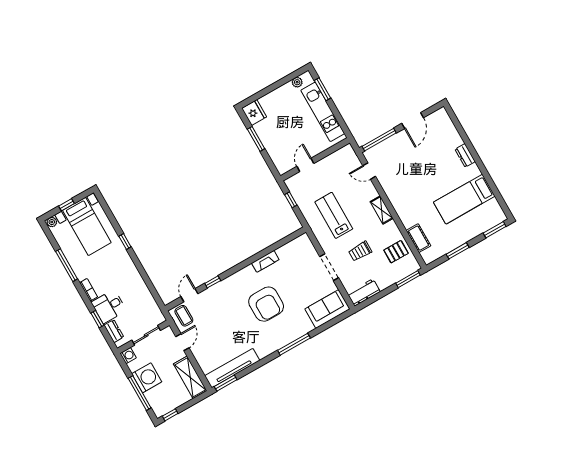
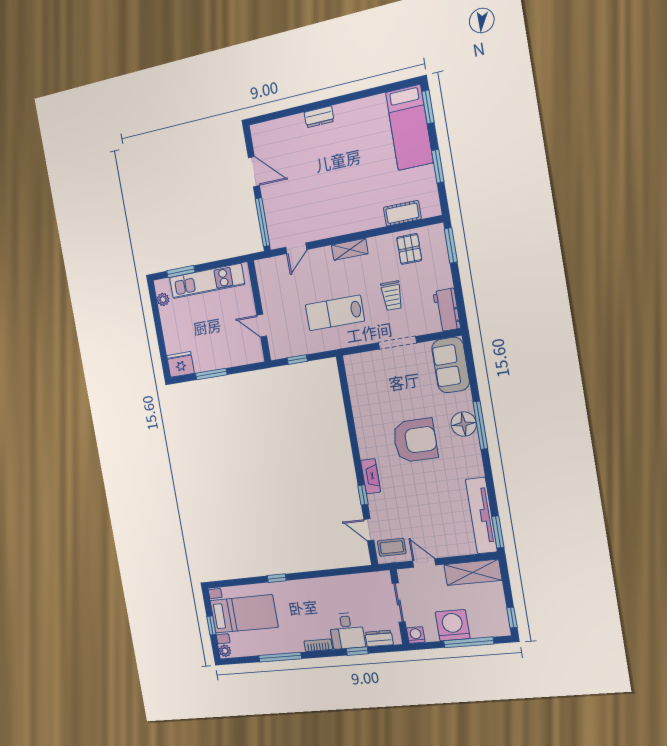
bed: (464, 199) -> (409, 128), moved
fireplace: (265, 261) -> (371, 476), moved
floor lamp: (290, 333) -> (464, 424), added

